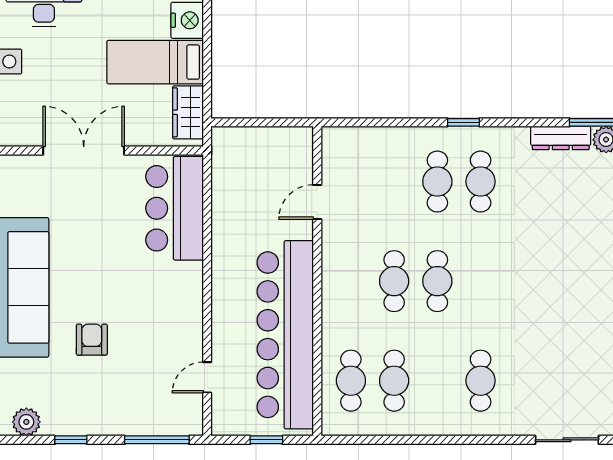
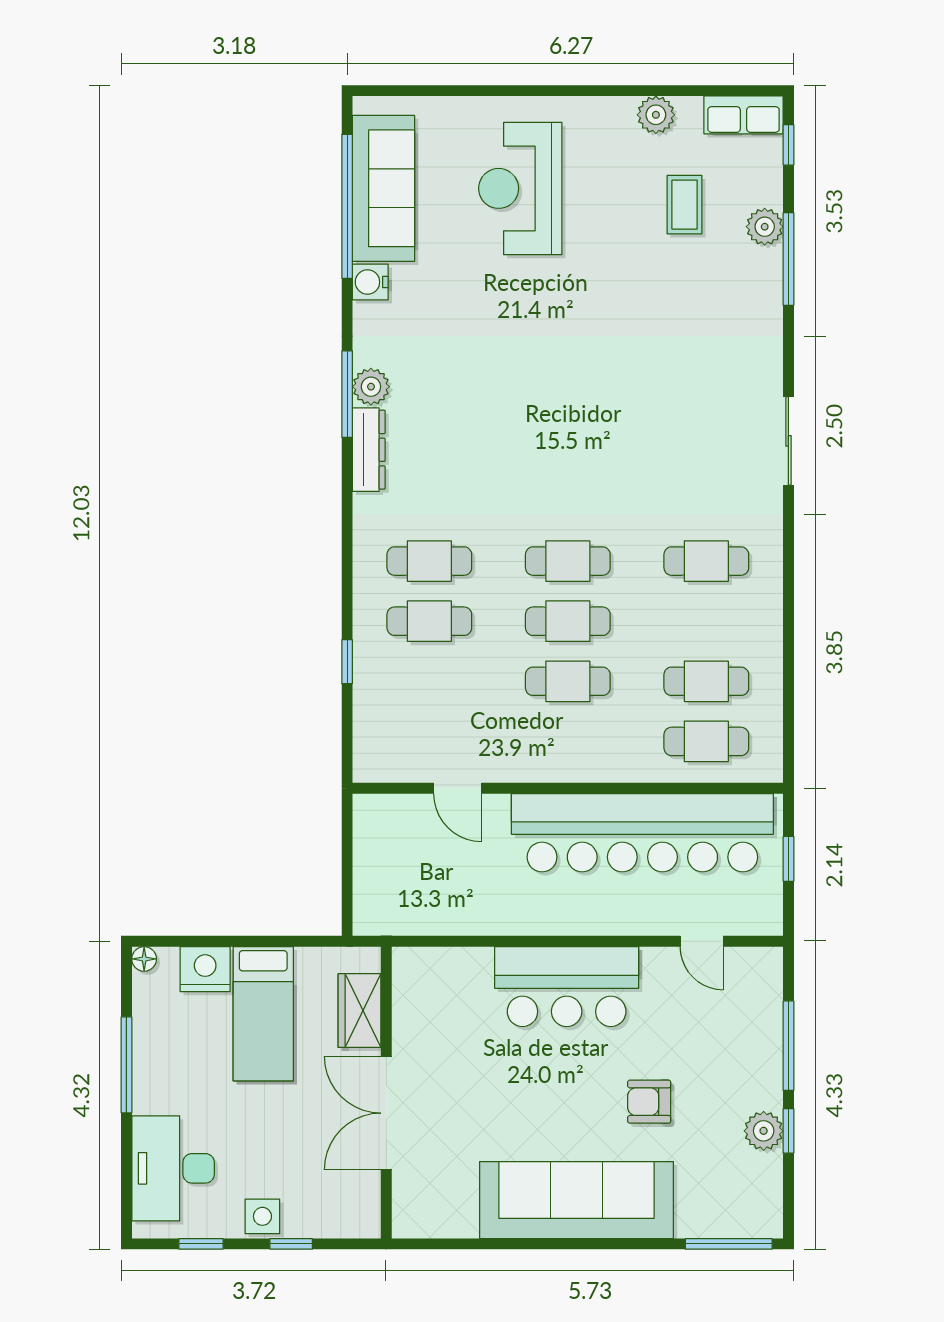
wardrobe: (188, 112) -> (360, 1011), moved, turned 90
window: (463, 122) -> (347, 662), moved
bar counter: (175, 208) -> (567, 987), moved
cafe table: (481, 281) -> (568, 561), added
plant: (26, 422) -> (764, 1131), moved
window: (157, 440) -> (788, 1046), moved

